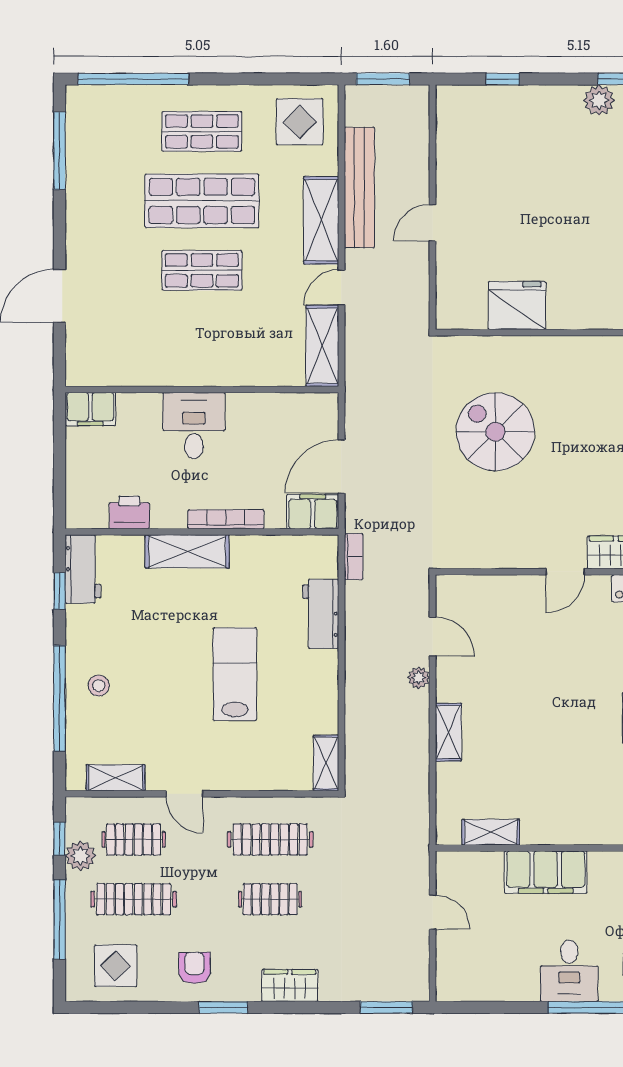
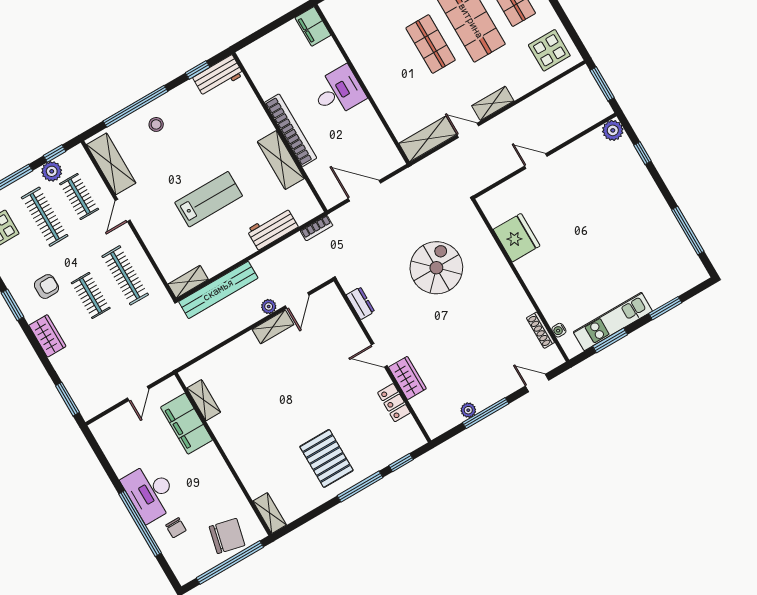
plant: (599, 100) -> (613, 130), moved
bench: (359, 187) -> (218, 290), moved
shelving: (321, 220) -> (493, 103), width x0.67, depth x0.75
printer: (129, 512) -> (266, 84), removed
filing cabinet: (313, 512) -> (329, 189), removed
bookcase: (226, 519) -> (291, 130), width x1.48, depth x1.31
shelving: (187, 551) -> (281, 160), moved
dresser: (484, 557) -> (360, 303), added
shelving: (448, 732) -> (273, 327), moved
shelving: (116, 778) -> (111, 164), width x1.50, depth x1.33
filing cabinet: (546, 872) -> (187, 424), moved
armchair: (194, 968) -> (46, 287), moved
desk: (569, 971) -> (150, 492), width x1.37

